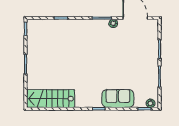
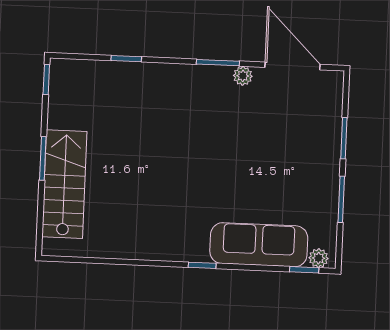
sofa: (118, 98) -> (259, 245), width x1.36
stairs: (51, 99) -> (64, 184), moved, turned 90

